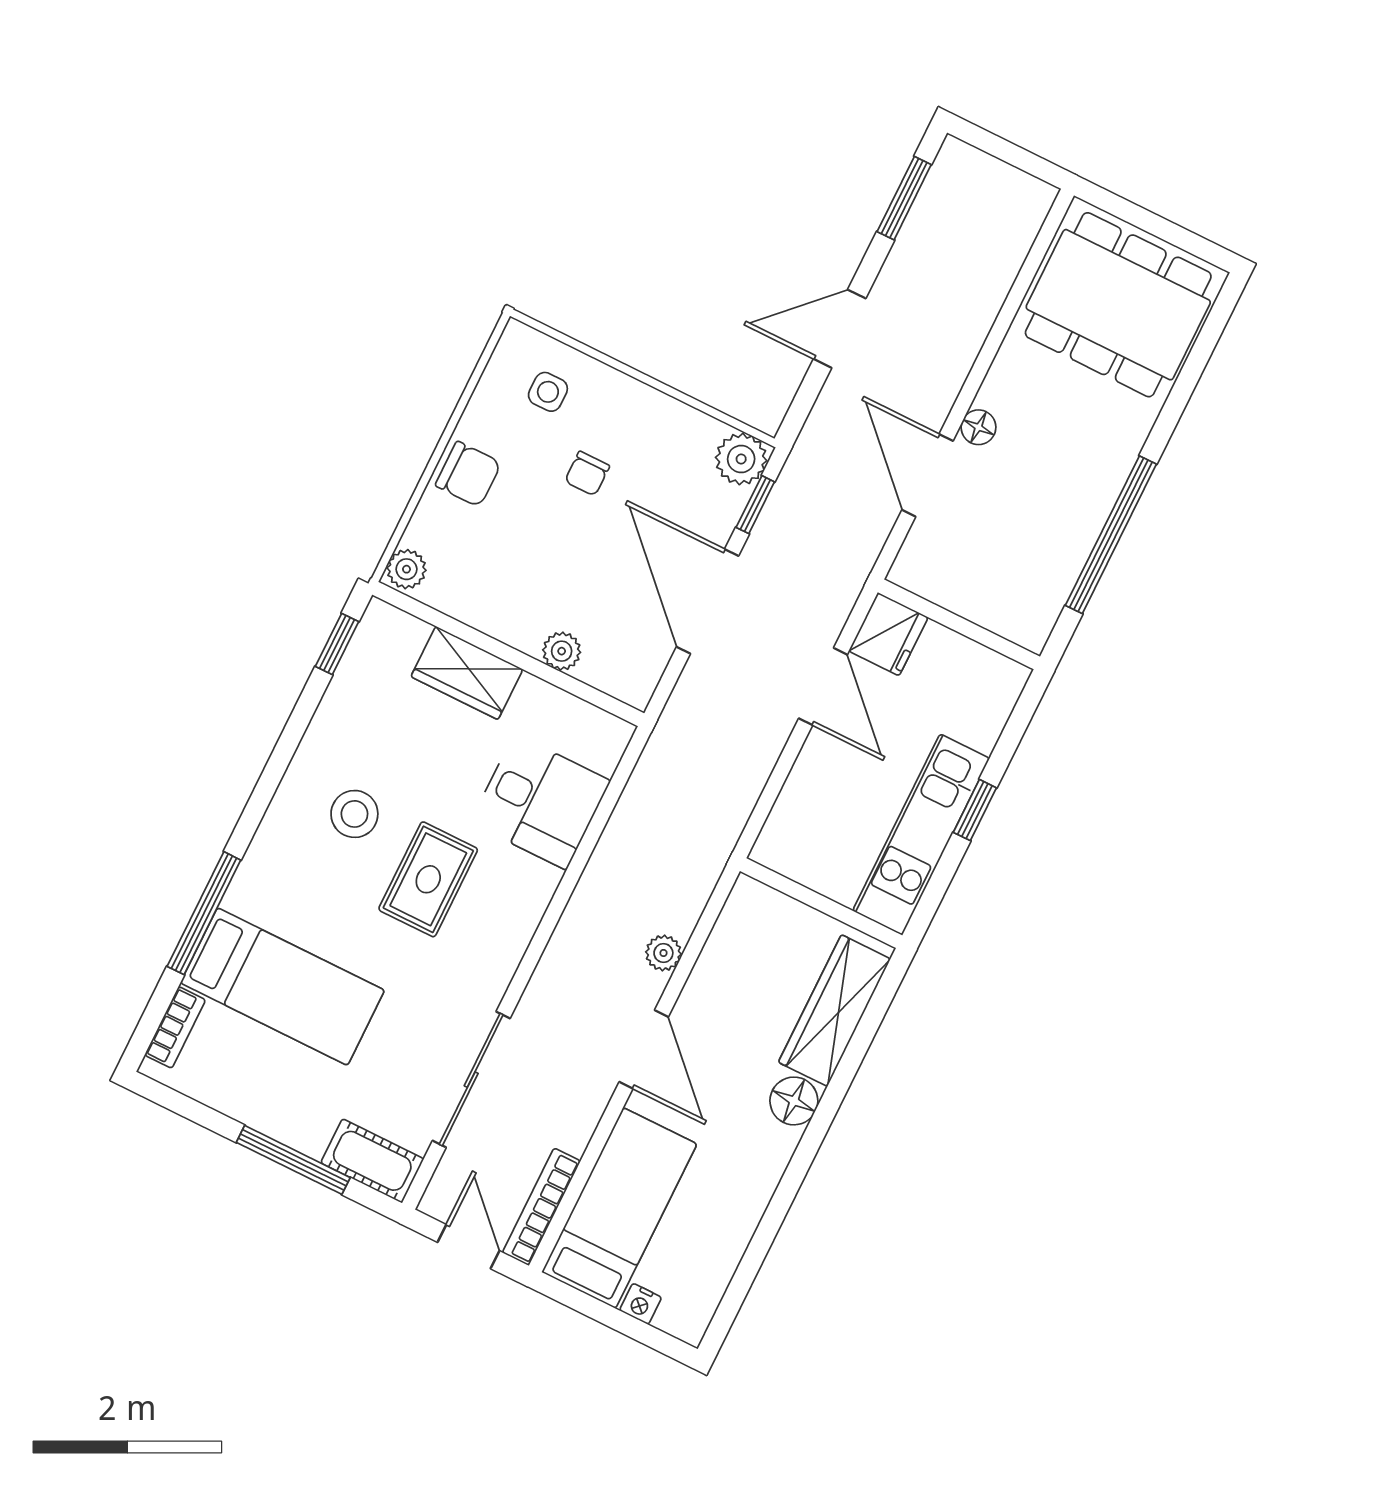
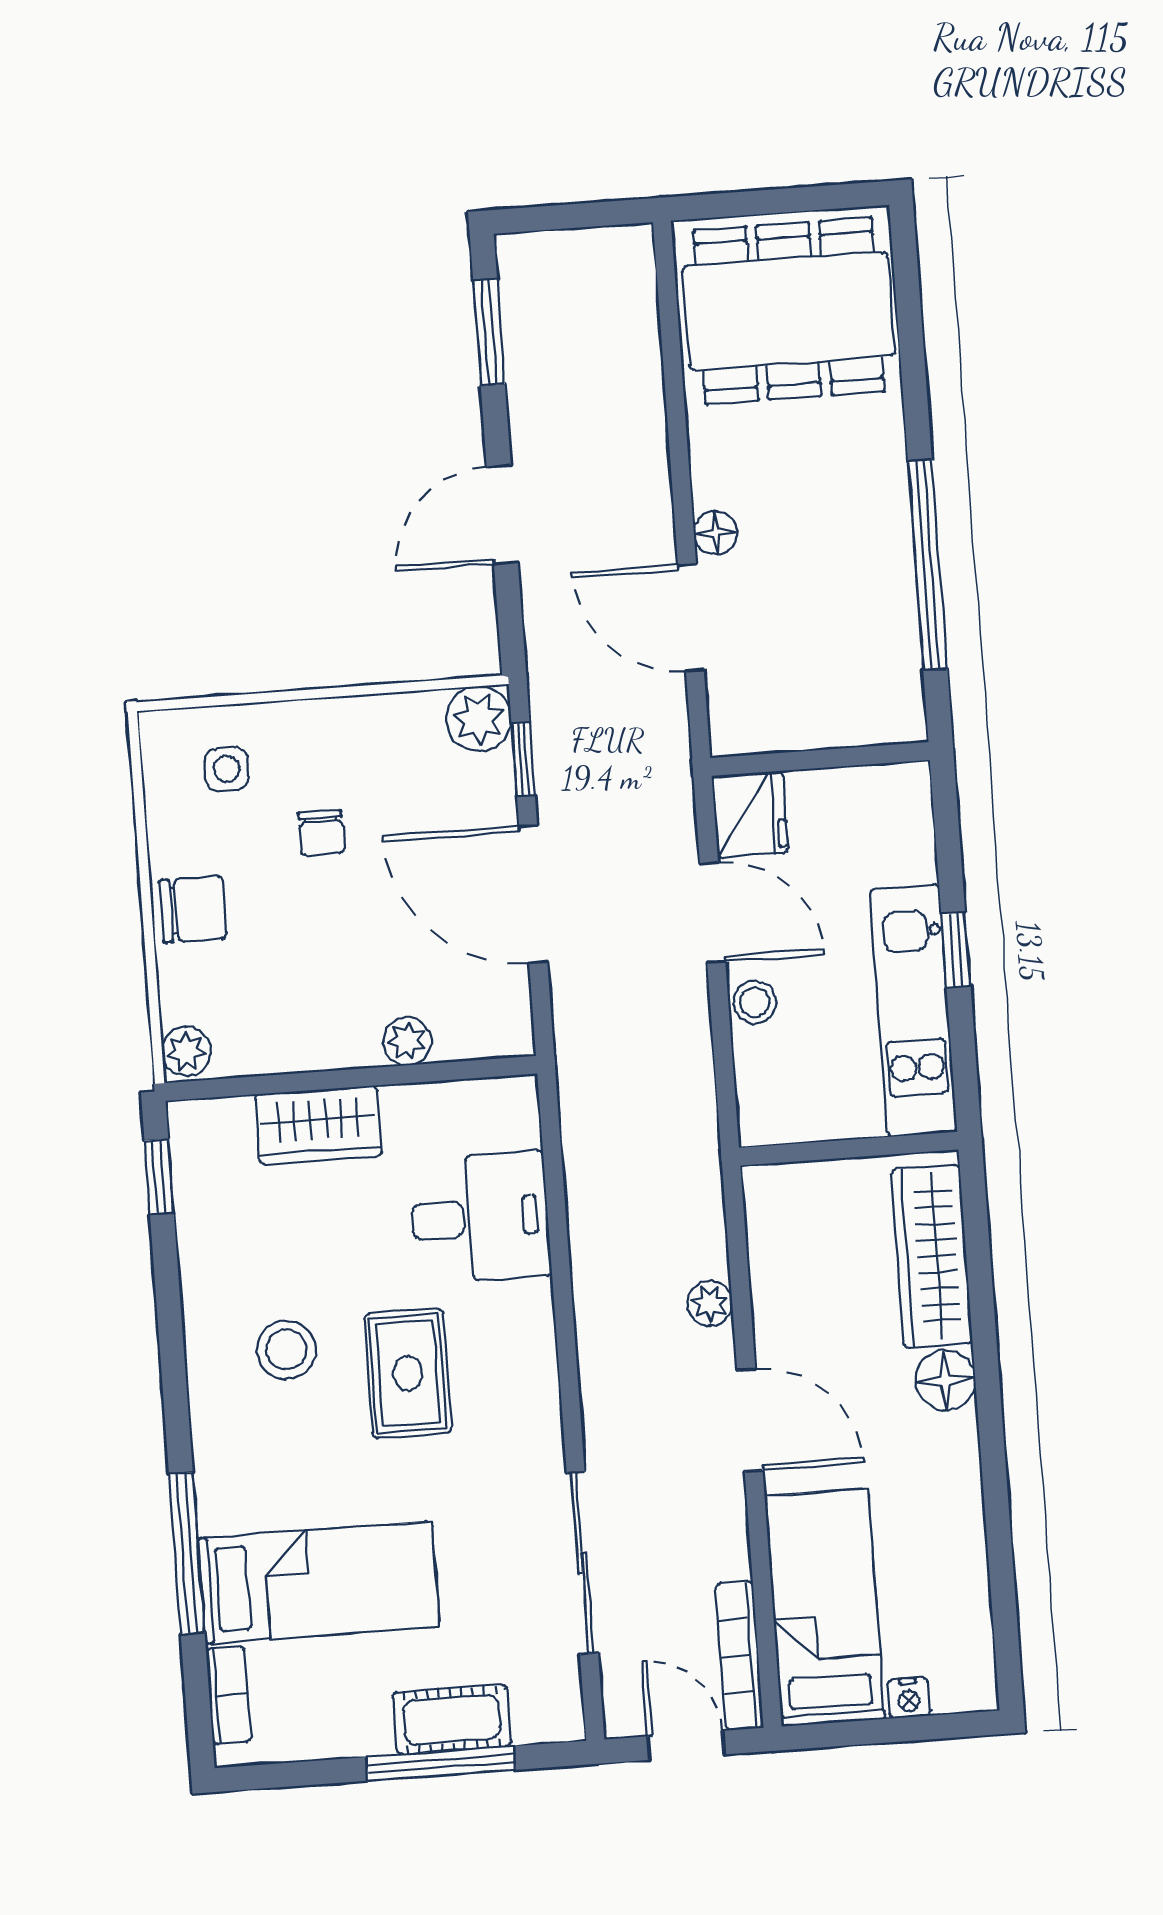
stool: (816, 765) -> (755, 1002), added
cot: (372, 1161) -> (452, 1719), moved

